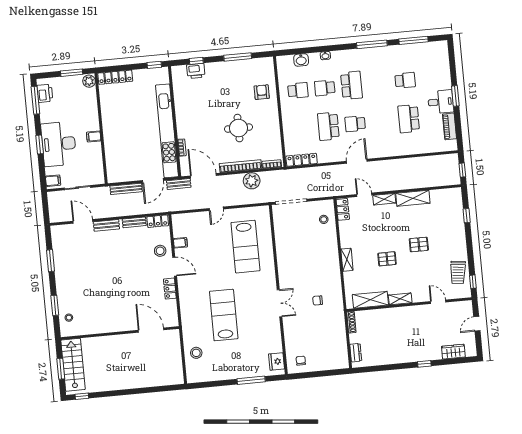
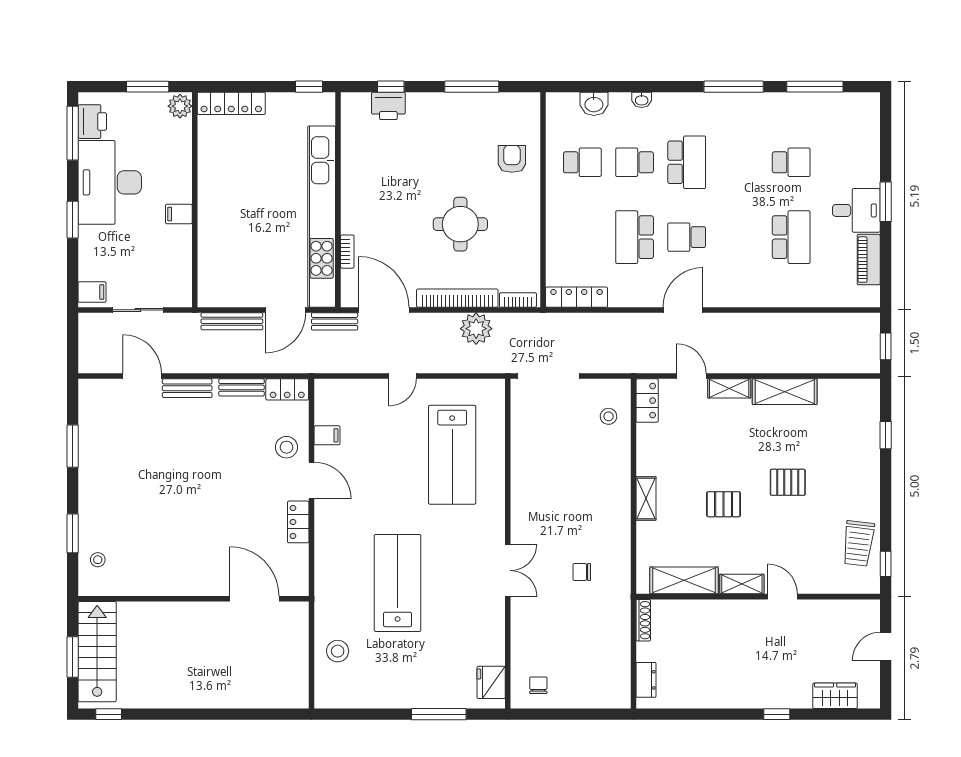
school desk: (409, 119) -> (791, 237), turned 180
desk: (59, 144) -> (110, 182), moved
door: (438, 302) -> (783, 597), moved

